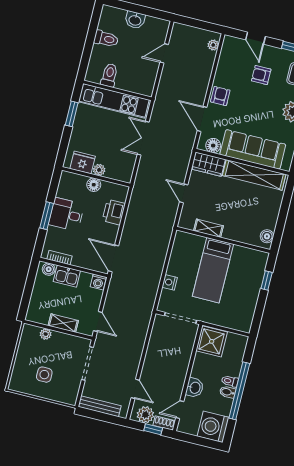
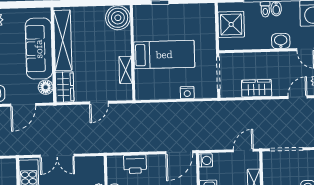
boiler: (267, 236) -> (118, 18), width x1.86, depth x1.86
shower: (212, 341) -> (231, 24), moved
wardrobe: (155, 351) -> (257, 88), added

